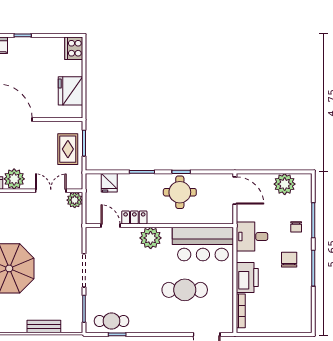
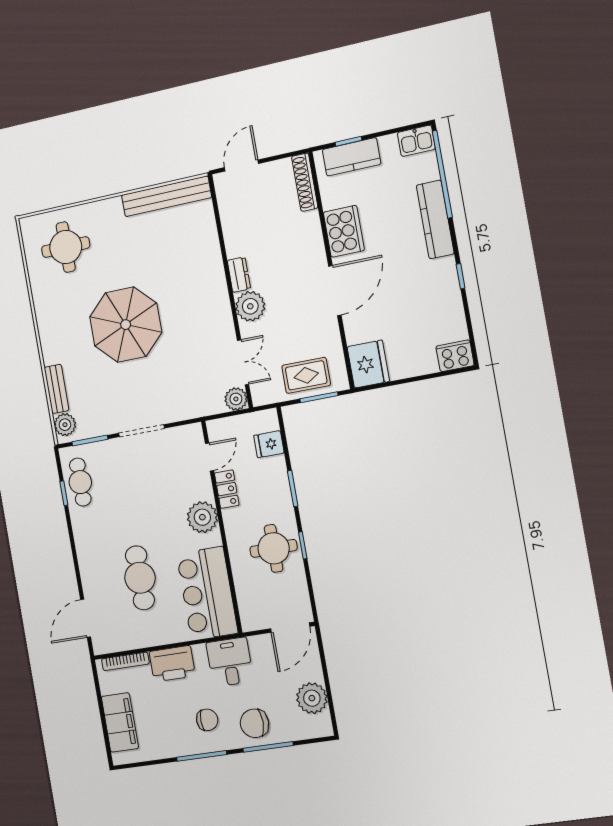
fridge: (70, 91) -> (368, 364), moved, turned 90
chair: (296, 227) -> (254, 723), width x1.87, depth x1.87
filing cabinet: (282, 323) -> (120, 722), added
plant: (70, 325) -> (65, 425), added

